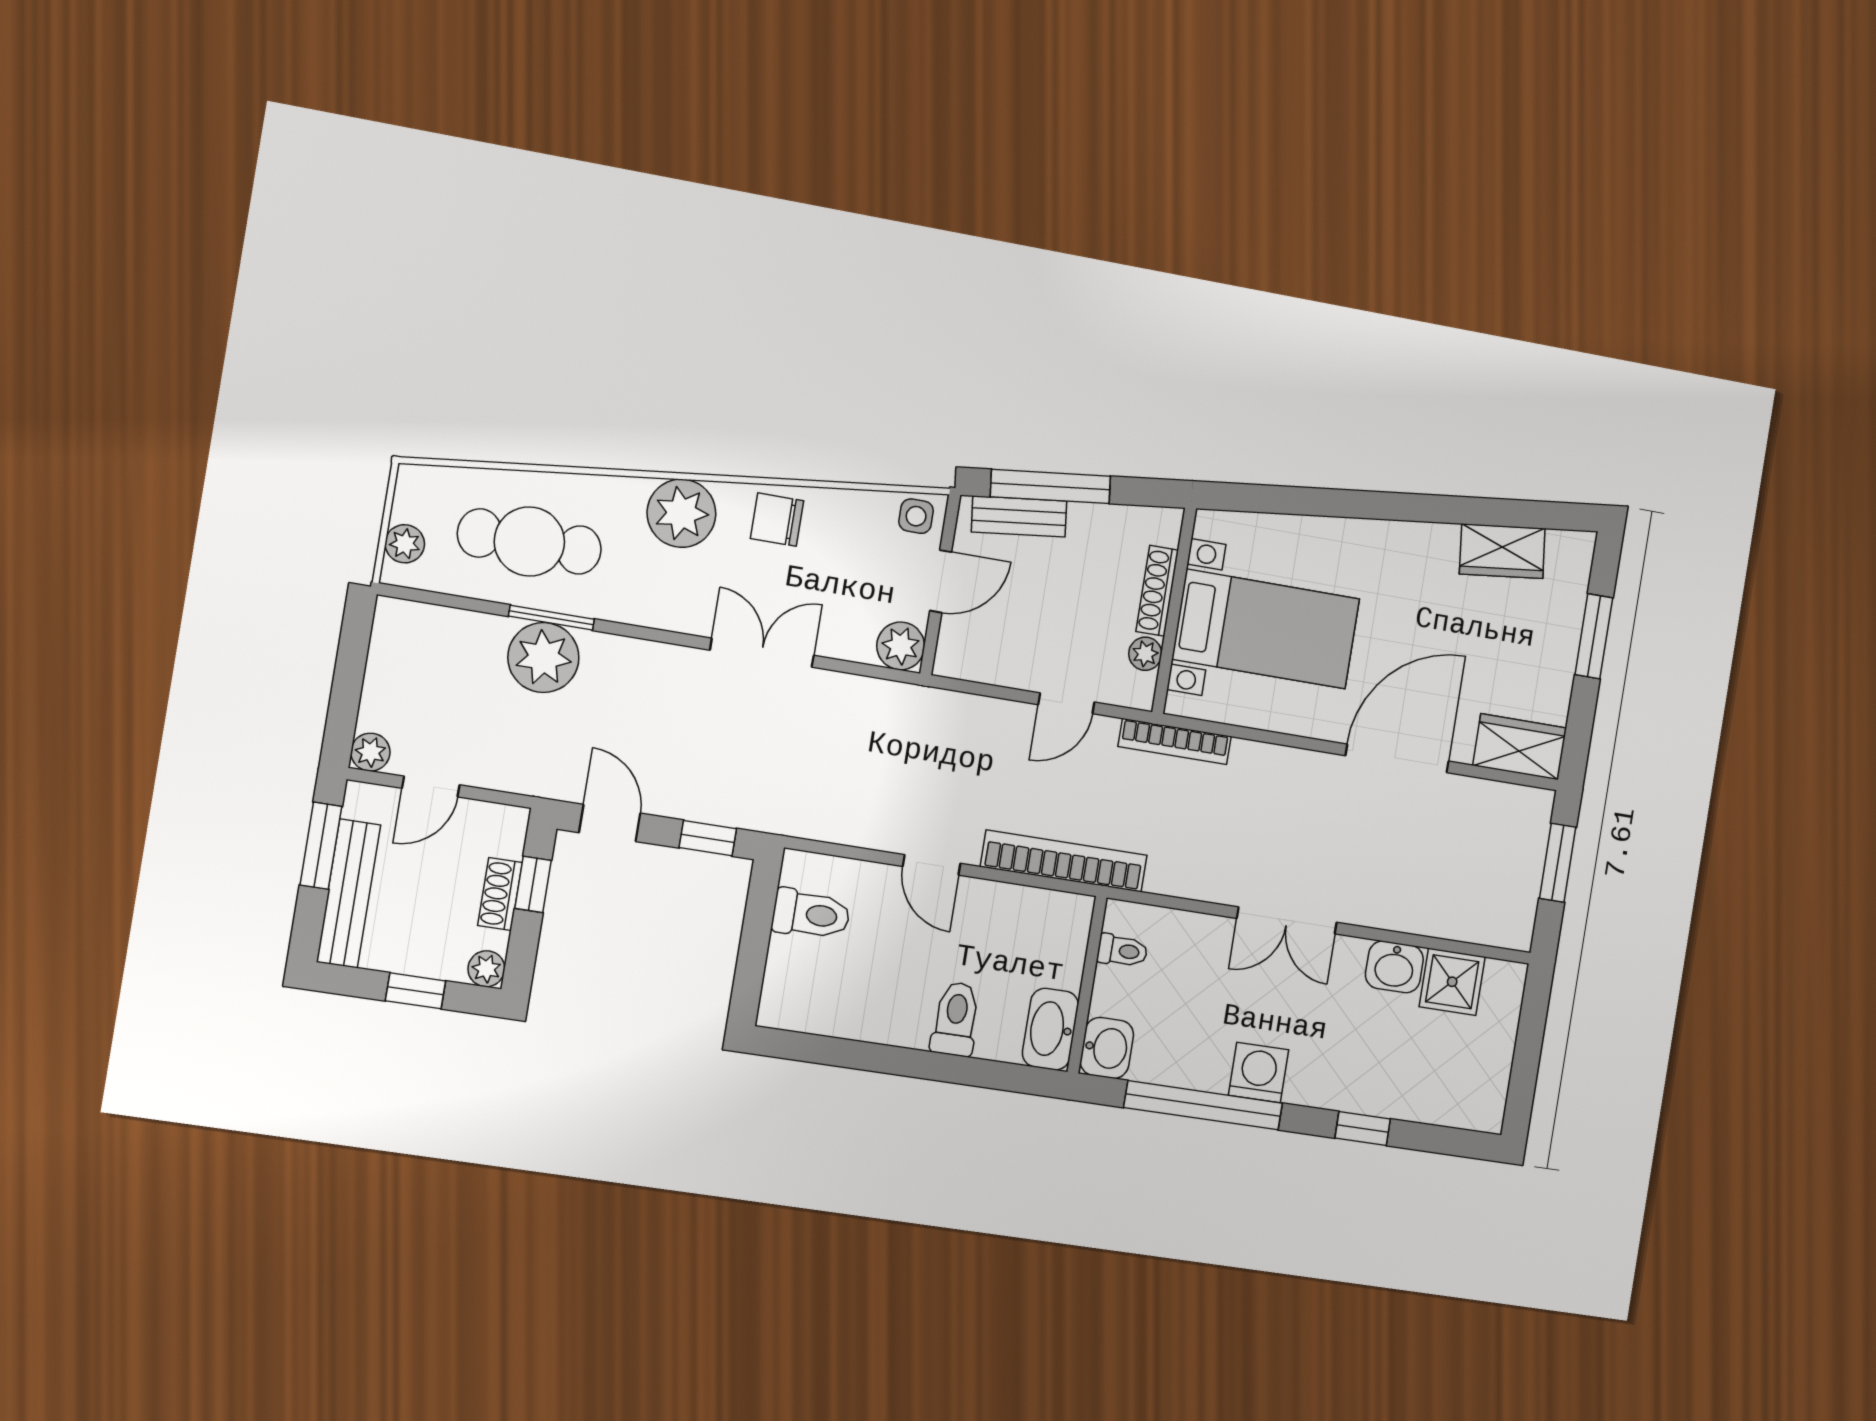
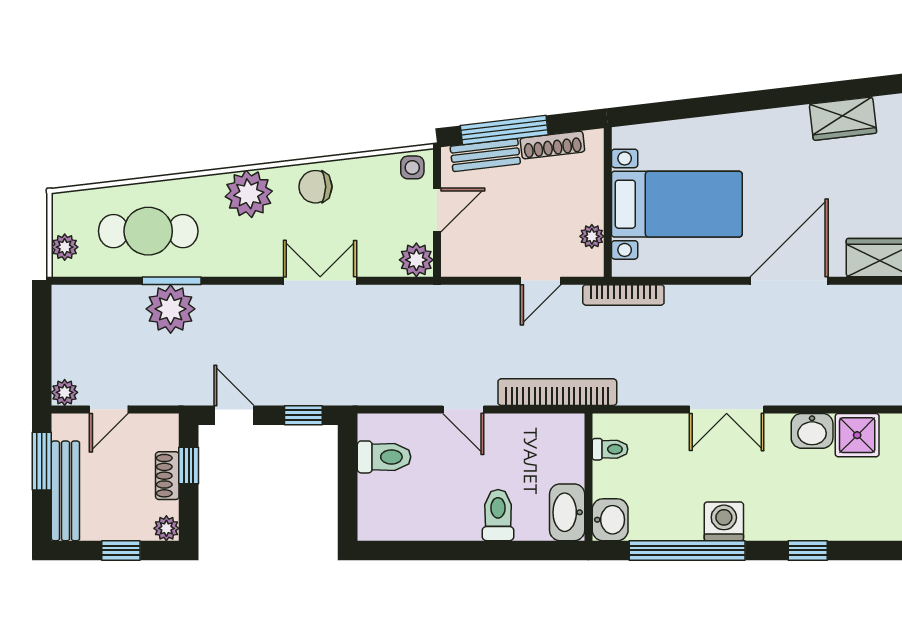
shoe rack: (1157, 591) -> (552, 145), moved, turned -97

